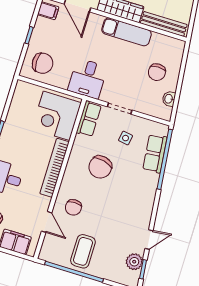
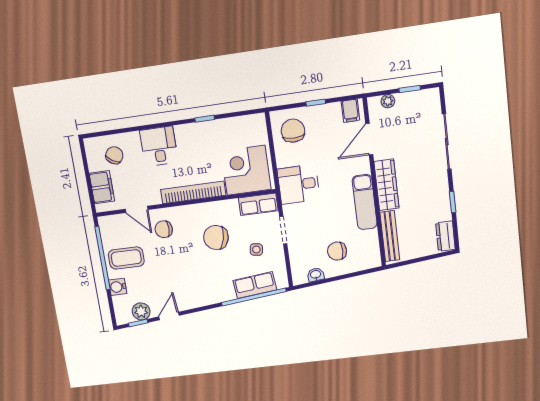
chair: (43, 63) -> (293, 131), turned 180
door: (47, 222) -> (137, 209), hinge flipped
door: (149, 240) -> (169, 316), swing flipped
water cooler: (104, 271) -> (118, 287), added

